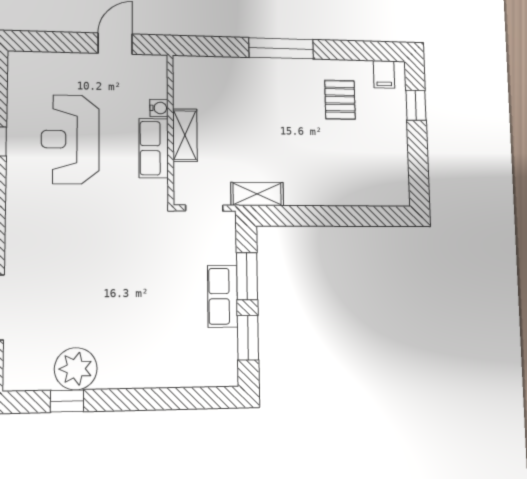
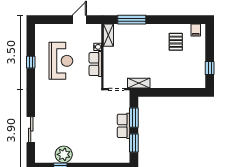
window: (281, 48) -> (132, 20), moved
window: (416, 105) -> (210, 68), moved
shelving: (185, 135) -> (108, 35), moved
reception desk: (70, 139) -> (61, 61), turned 180

